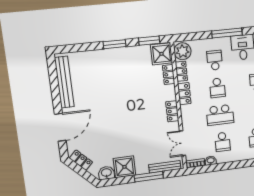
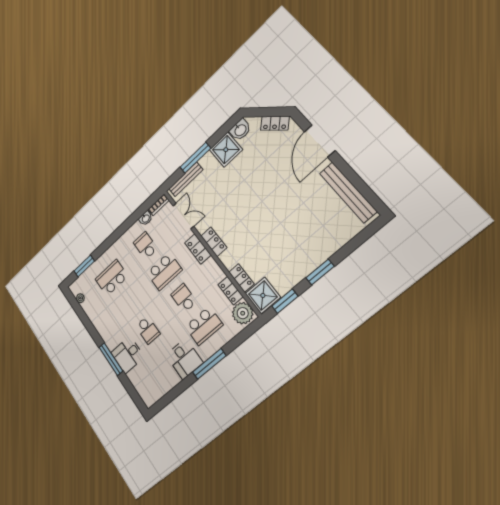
school desk: (215, 60) -> (204, 326), width x1.85
locker: (184, 94) -> (198, 249), moved
school desk: (220, 115) -> (164, 271), turned 180

